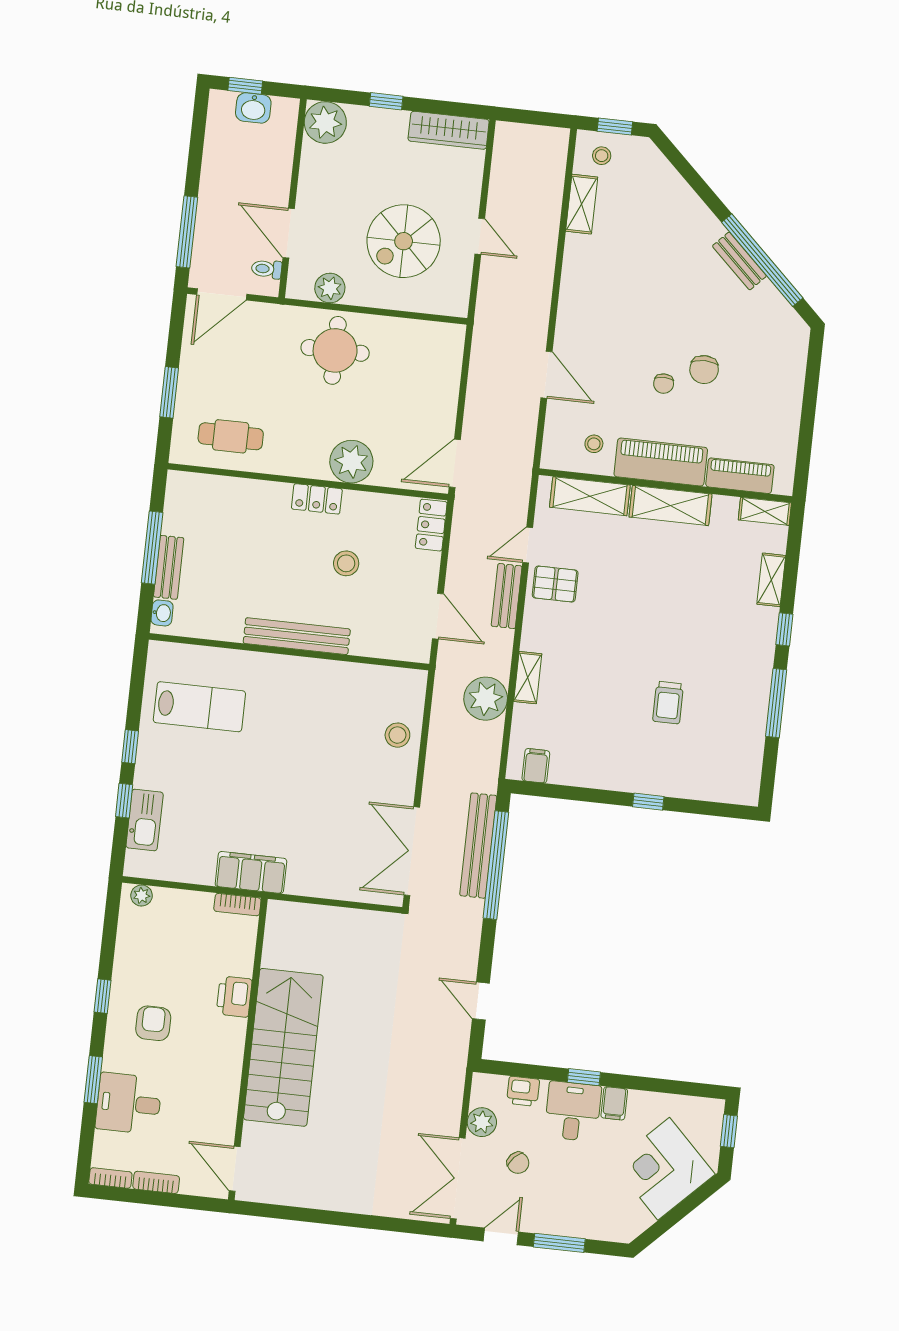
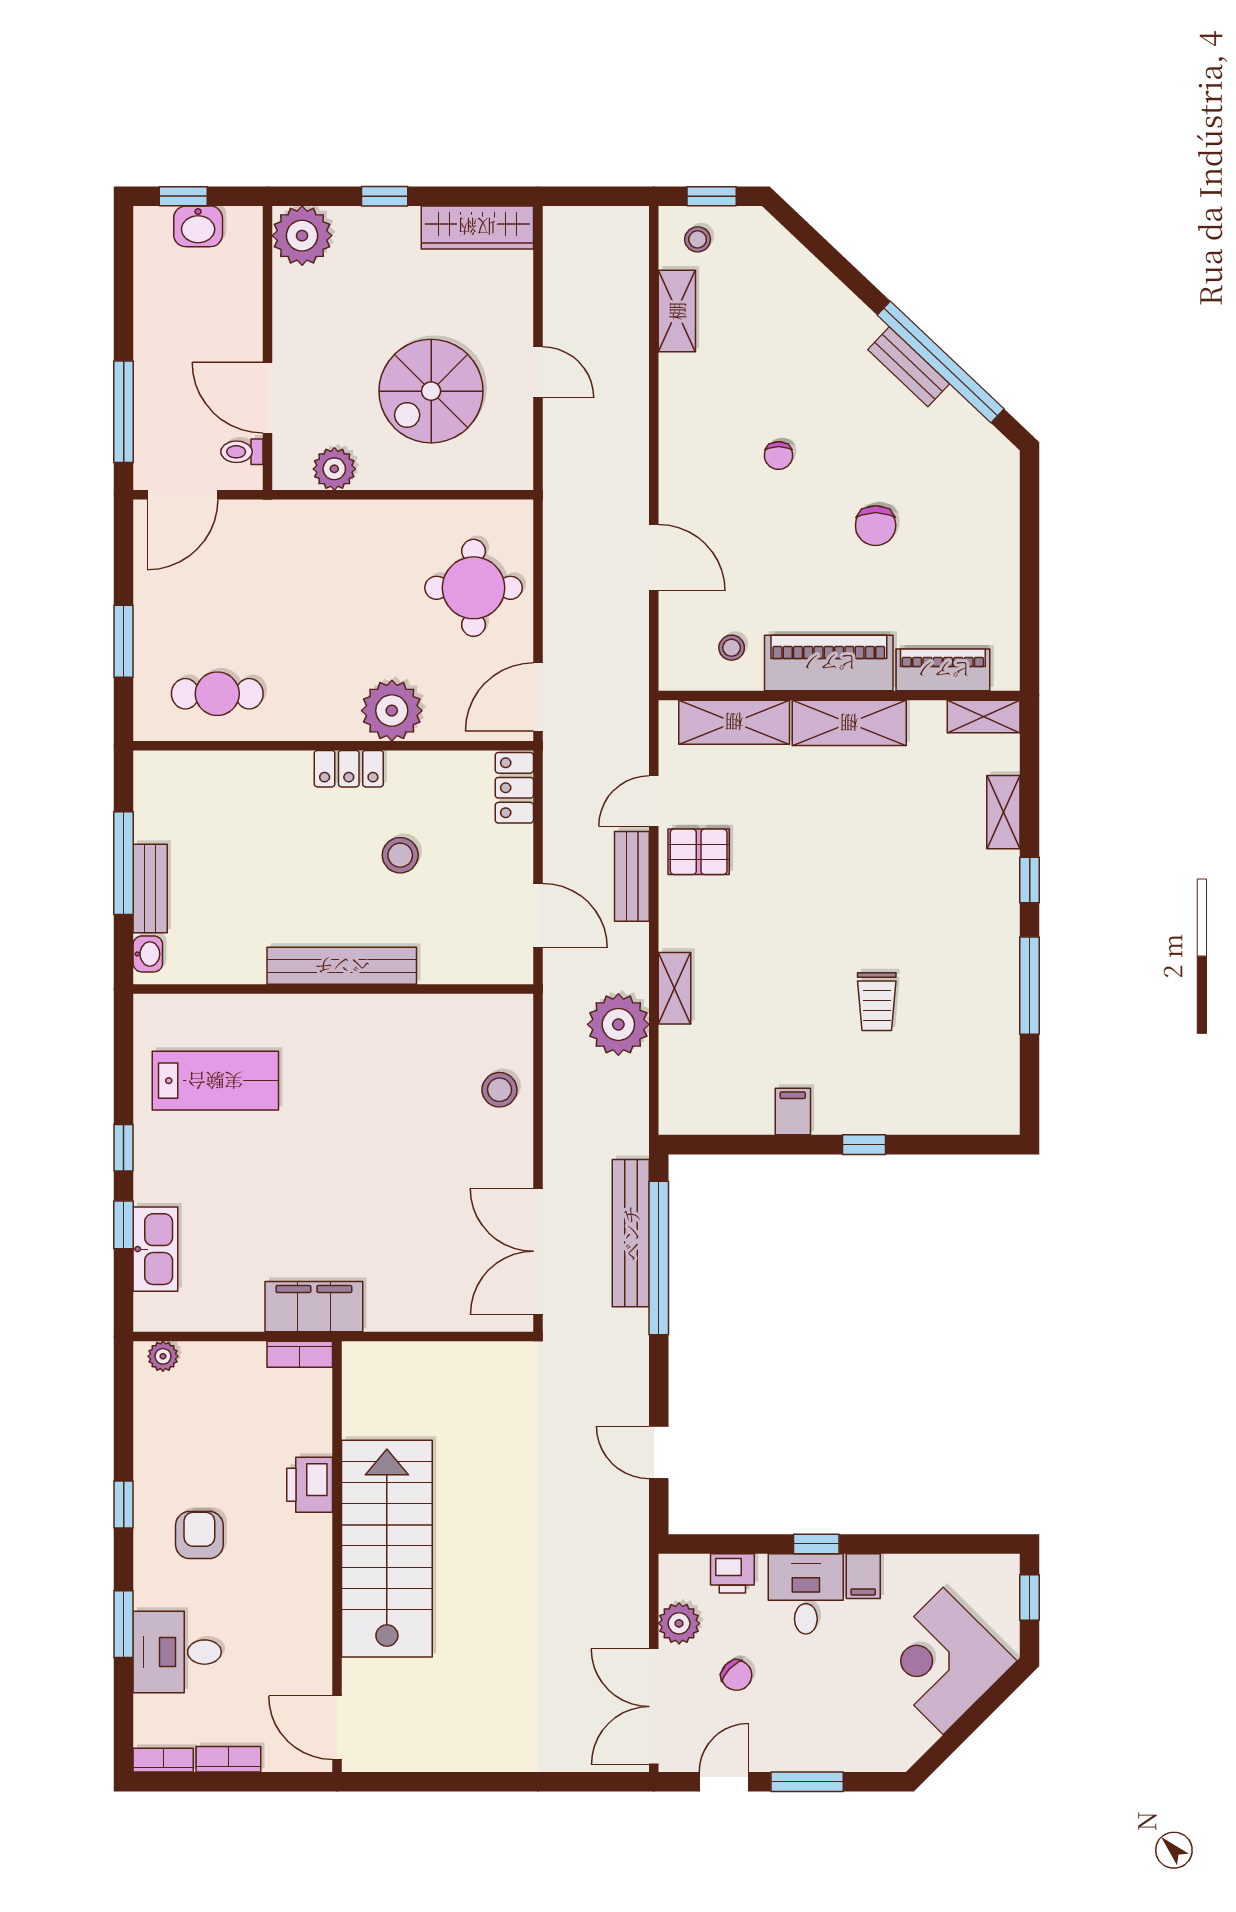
round table: (335, 350) -> (474, 588), moved
chair: (664, 384) -> (779, 456), moved
filing cabinet: (536, 766) -> (793, 1112), moved

